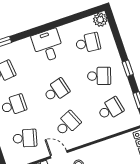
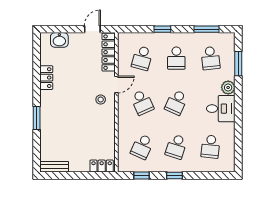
plant: (100, 20) -> (228, 88), moved
school desk: (56, 91) -> (176, 102), turned 39
school desk: (110, 109) -> (142, 147), turned 36

